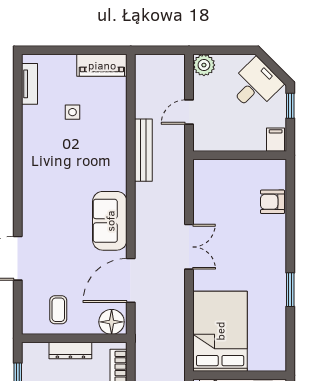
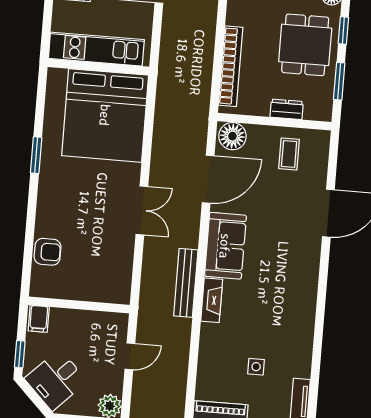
bench: (143, 150) -> (186, 283), moved
fireplace: (118, 170) -> (212, 300), added
double door: (189, 247) -> (142, 210), swing flipped
bed: (220, 331) -> (105, 115), width x1.36
dresser: (70, 351) -> (287, 109), width x0.70

